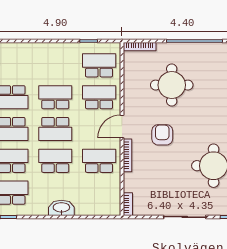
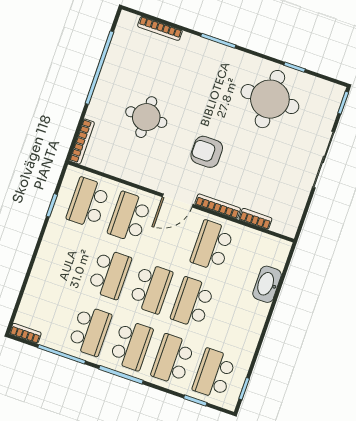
round table: (172, 85) -> (146, 117), width x0.73, depth x0.73
school desk: (55, 97) -> (110, 274), turned 180
door: (122, 126) -> (178, 200), hinge flipped
bookcase: (128, 204) -> (255, 219), moved
washbasin: (61, 208) -> (267, 284), moved

